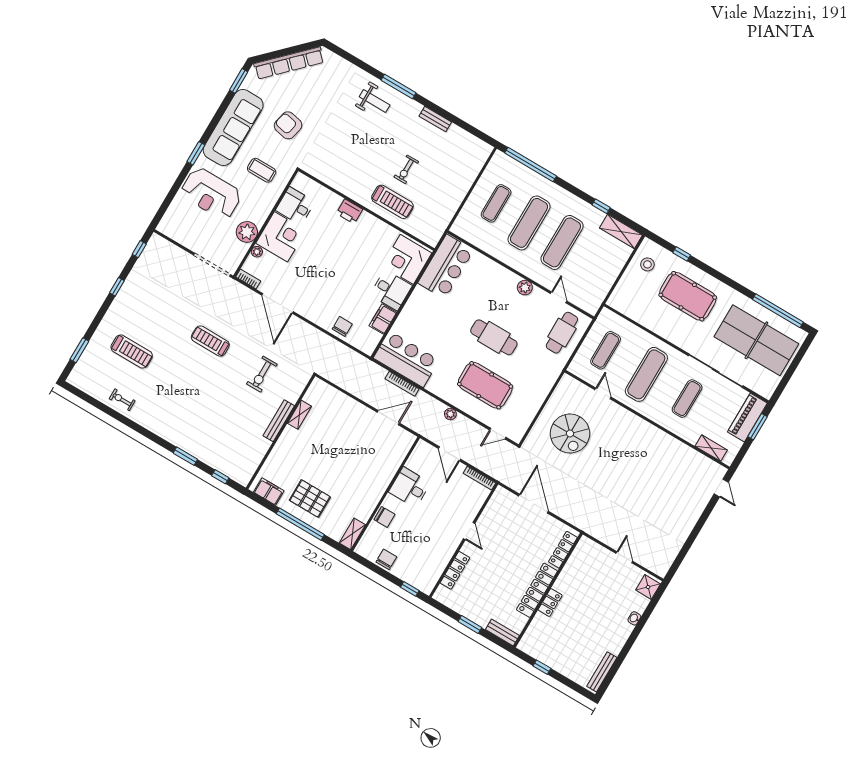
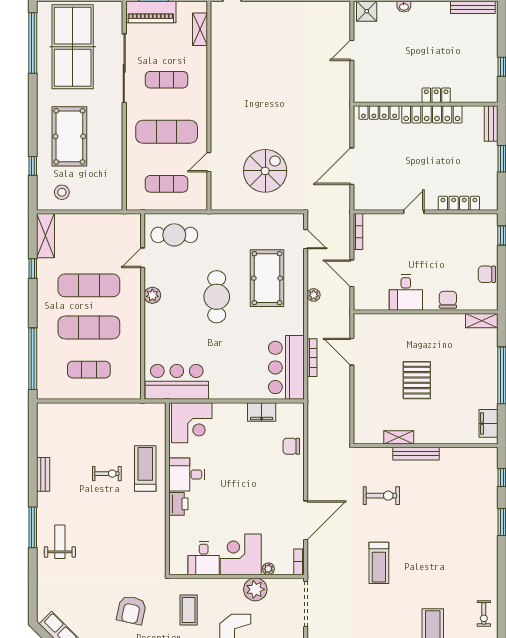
desk: (391, 290) -> (187, 475), moved, turned -90
door: (450, 454) -> (352, 273), swing flipped
pallet: (310, 499) -> (417, 380), moved

